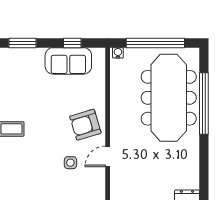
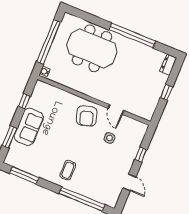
sofa: (68, 61) -> (29, 127), moved
meeting table: (169, 98) -> (92, 48), width x0.73
window: (204, 103) -> (132, 35), moved

